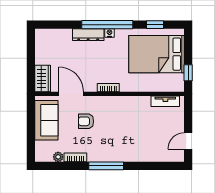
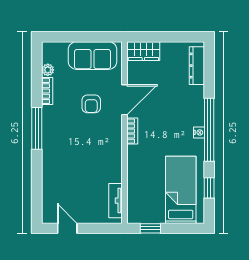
dresser: (88, 35) -> (197, 66), moved
bed: (156, 54) -> (181, 190), width x0.67
door: (71, 94) -> (125, 100), moved
armchair: (86, 121) -> (91, 104), turned 180

